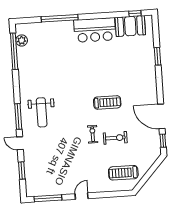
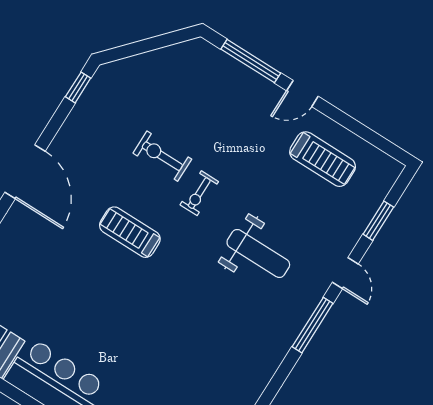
weight bench: (42, 112) -> (258, 253), moved, turned 90
door: (161, 116) -> (25, 172), moved
treadmill: (123, 173) -> (323, 159), moved
window: (48, 198) -> (251, 61), moved

